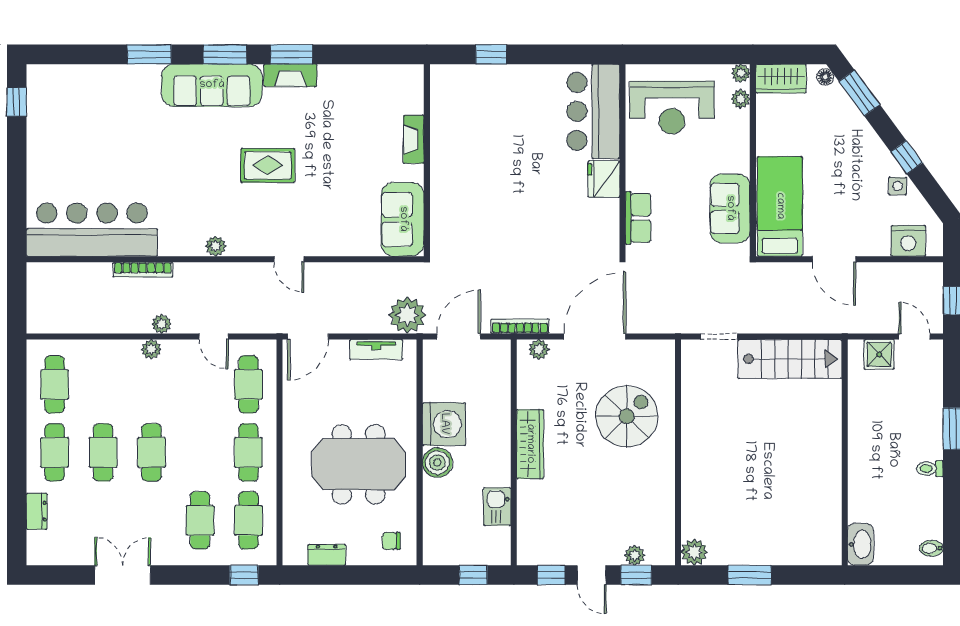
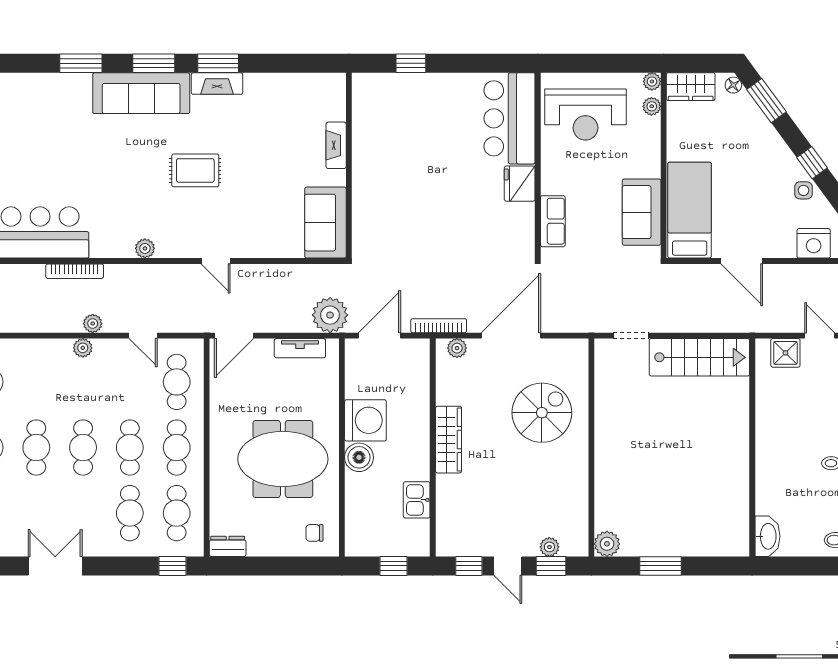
cafe table: (200, 452) -> (130, 448), added
dresser: (327, 555) -> (228, 546), moved

